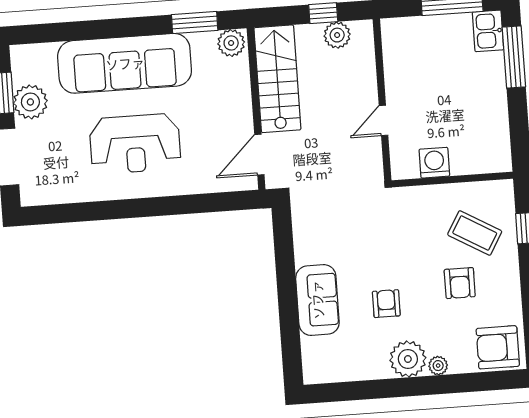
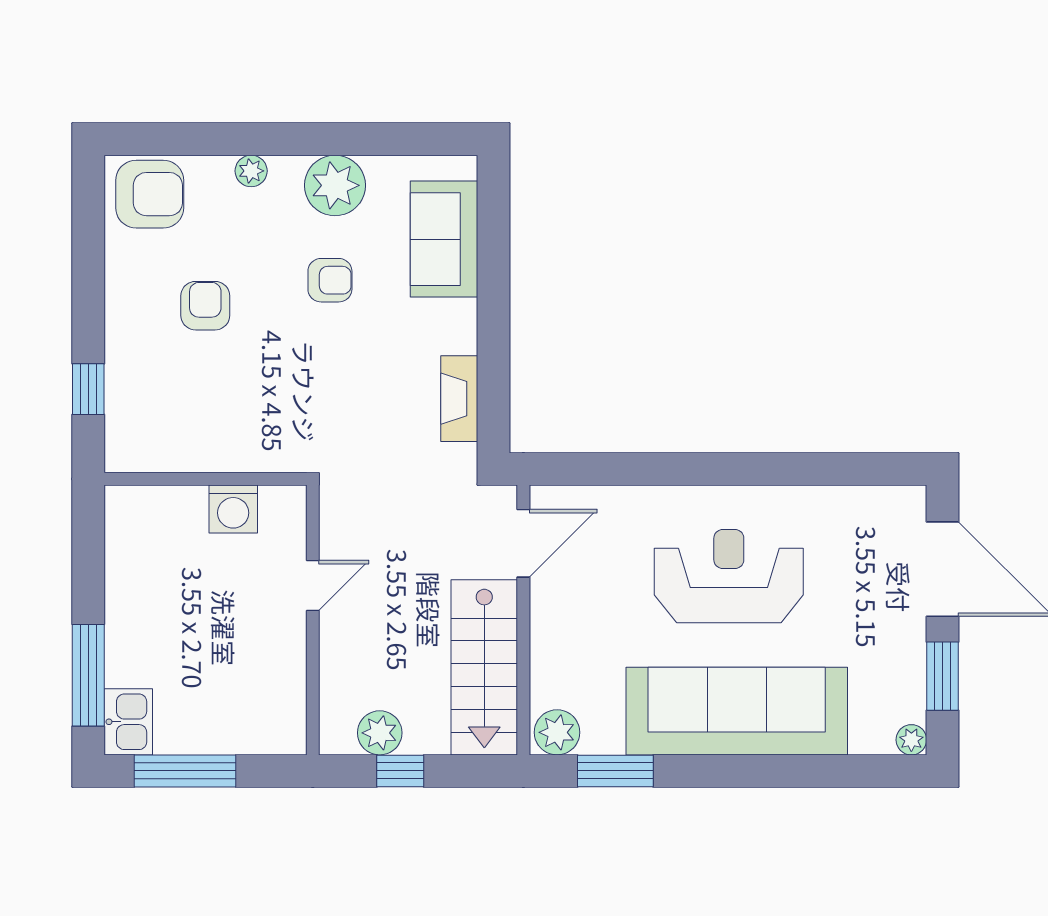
plant: (30, 102) -> (911, 740), moved, width x0.53, depth x0.53
coffee table: (475, 233) -> (174, 387), removed
fireplace: (304, 238) -> (459, 399), added
sofa: (317, 300) -> (444, 239), moved
armchair: (386, 304) -> (330, 280), turned -90
plant: (408, 359) -> (335, 185), moved

